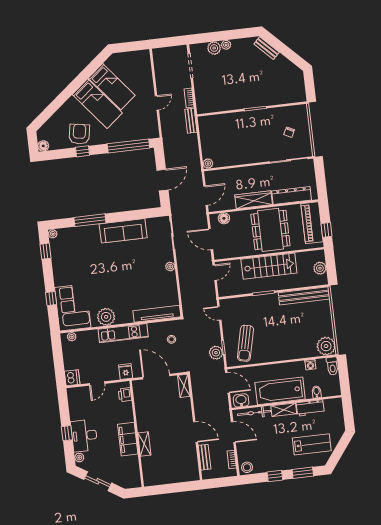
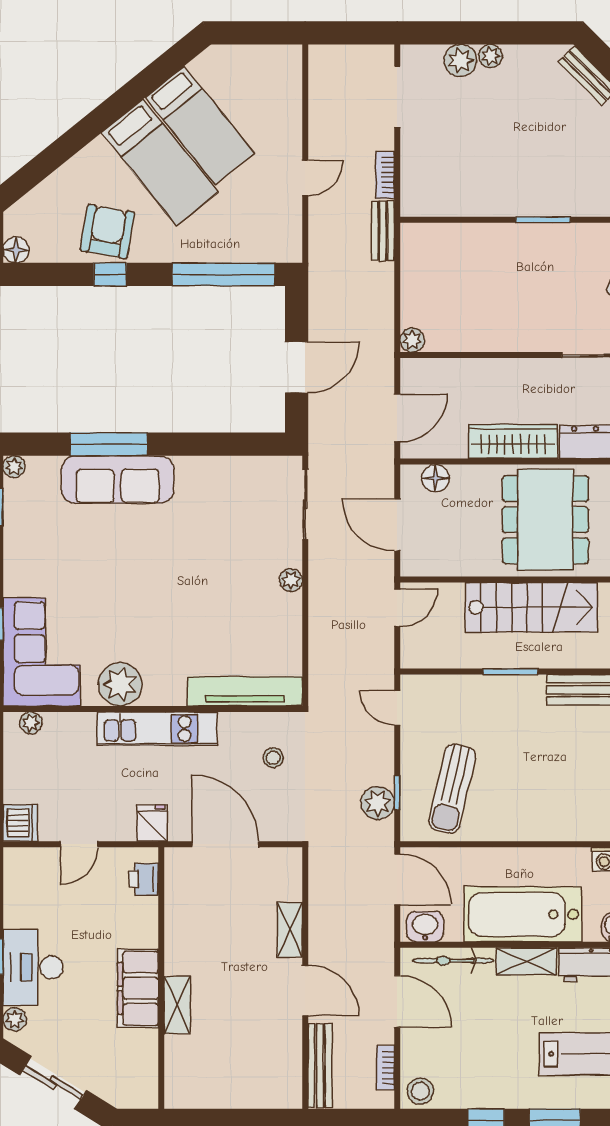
sofa: (123, 231) -> (118, 480), moved
shelving: (184, 386) -> (290, 930), moved
bench: (205, 457) -> (320, 1066), width x1.36

